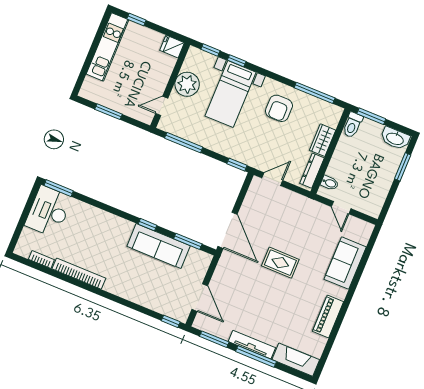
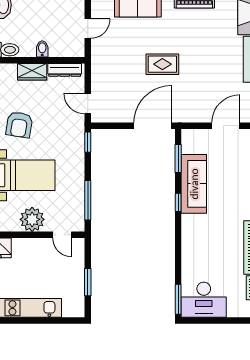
armchair: (279, 108) -> (19, 125), turned 99
bidet: (329, 183) -> (42, 49), moved
rug: (280, 263) -> (162, 64), turned 90

